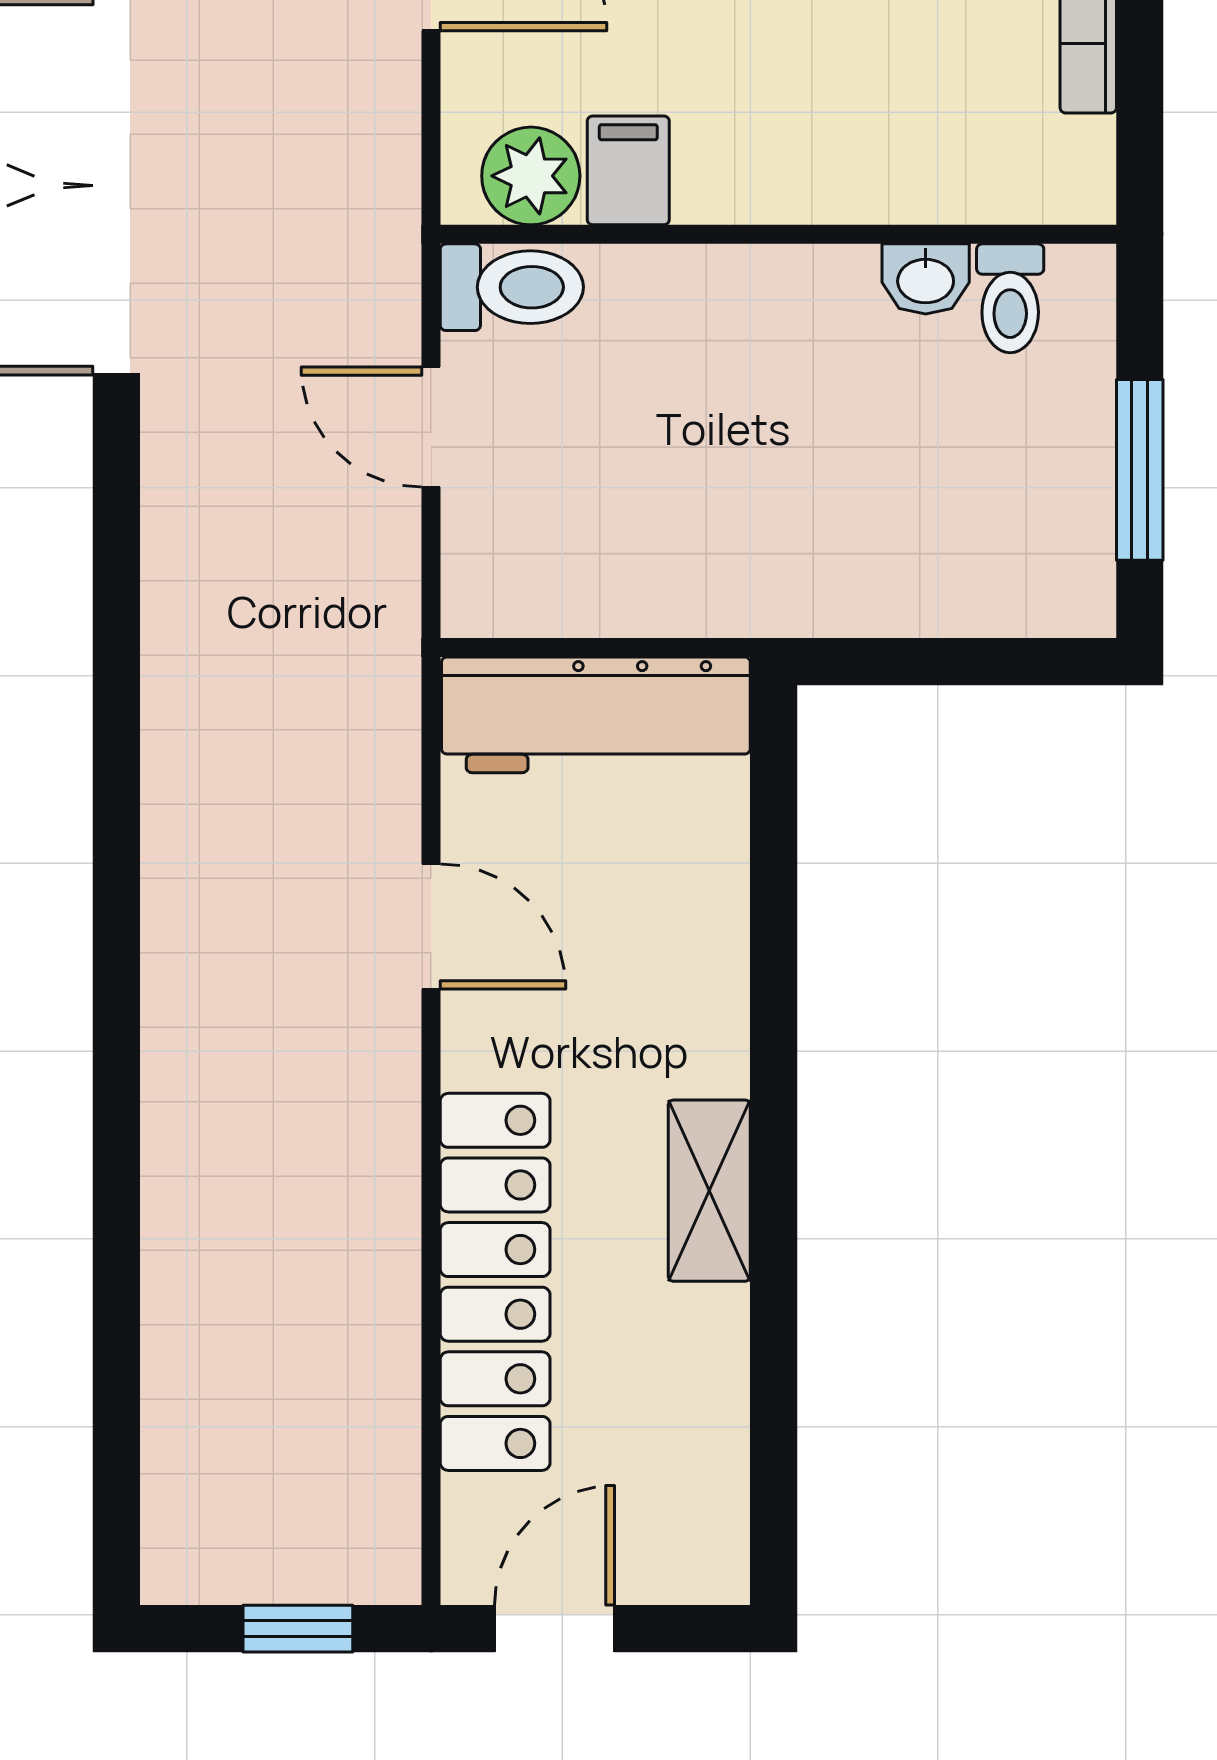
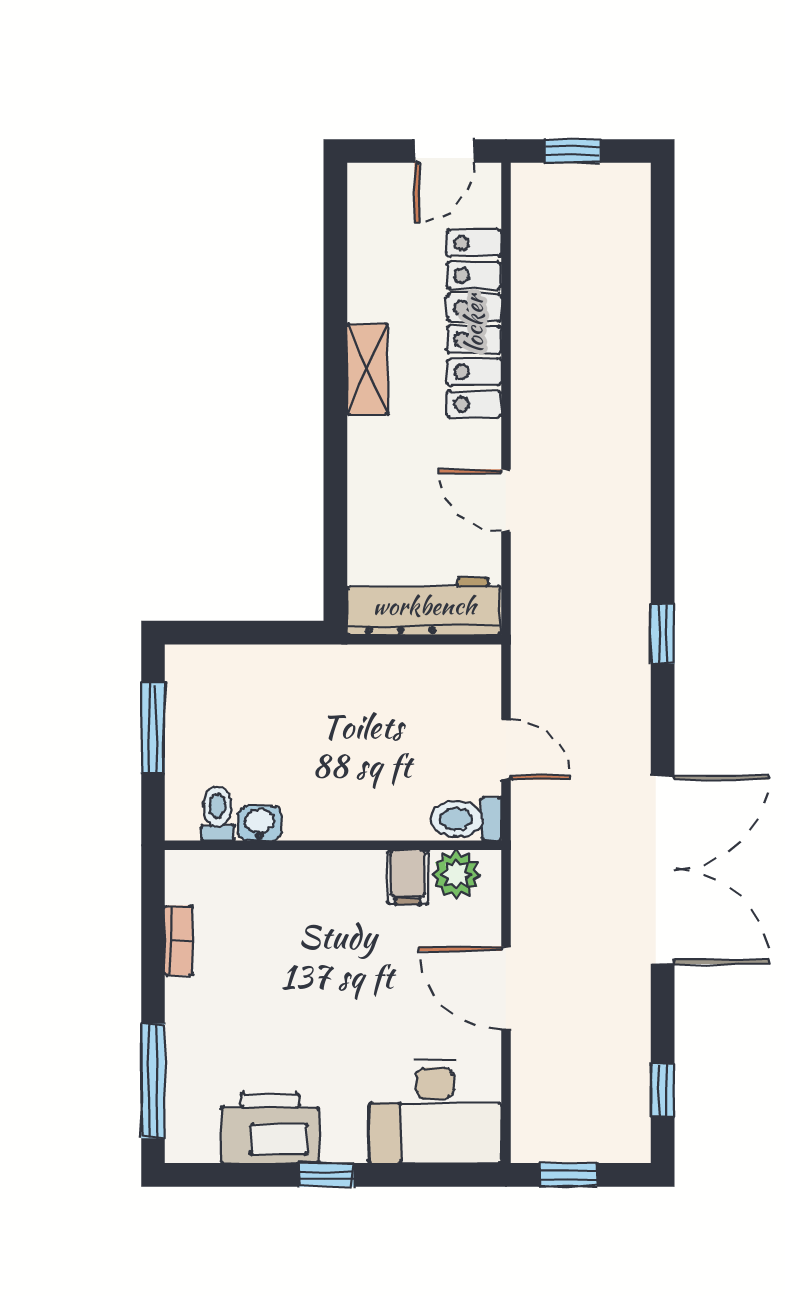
window: (116, 659) -> (663, 634), added

